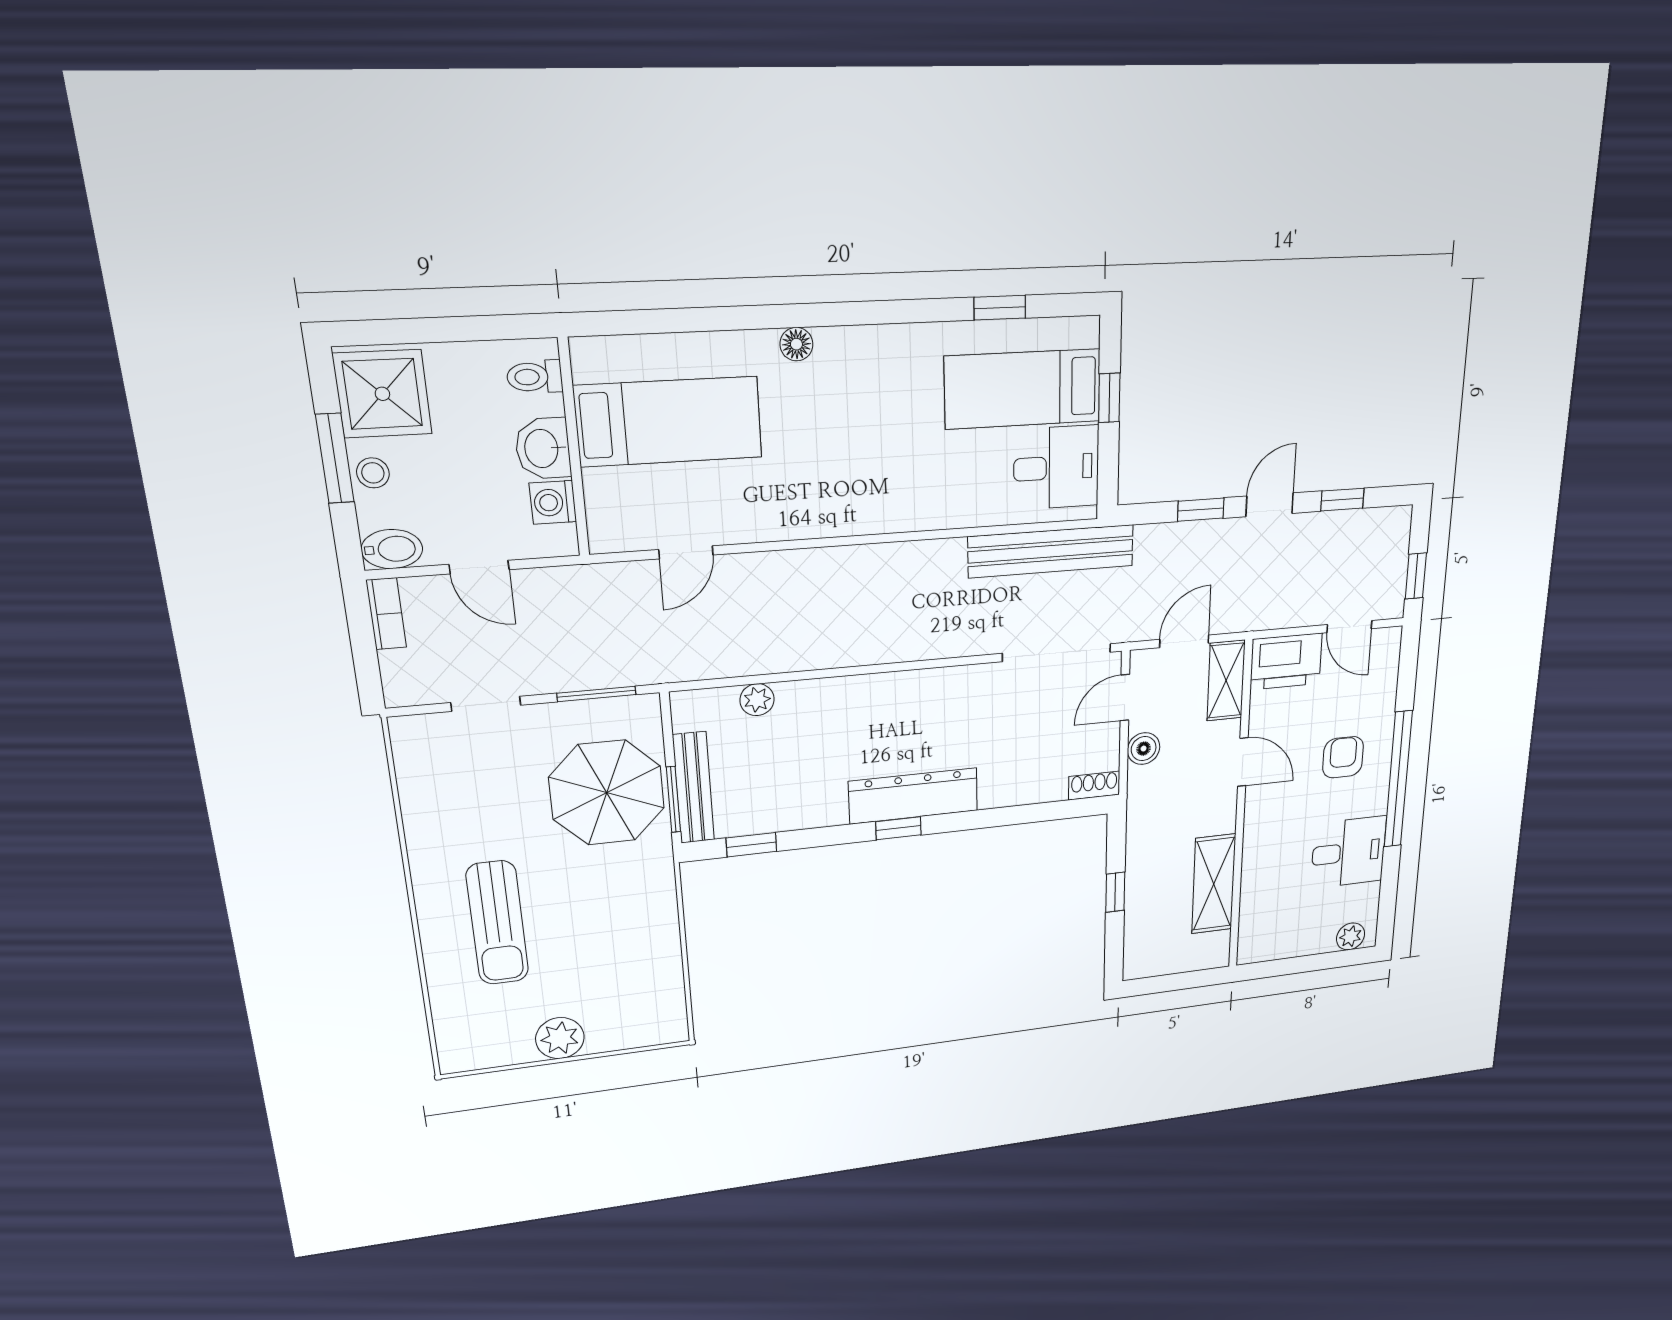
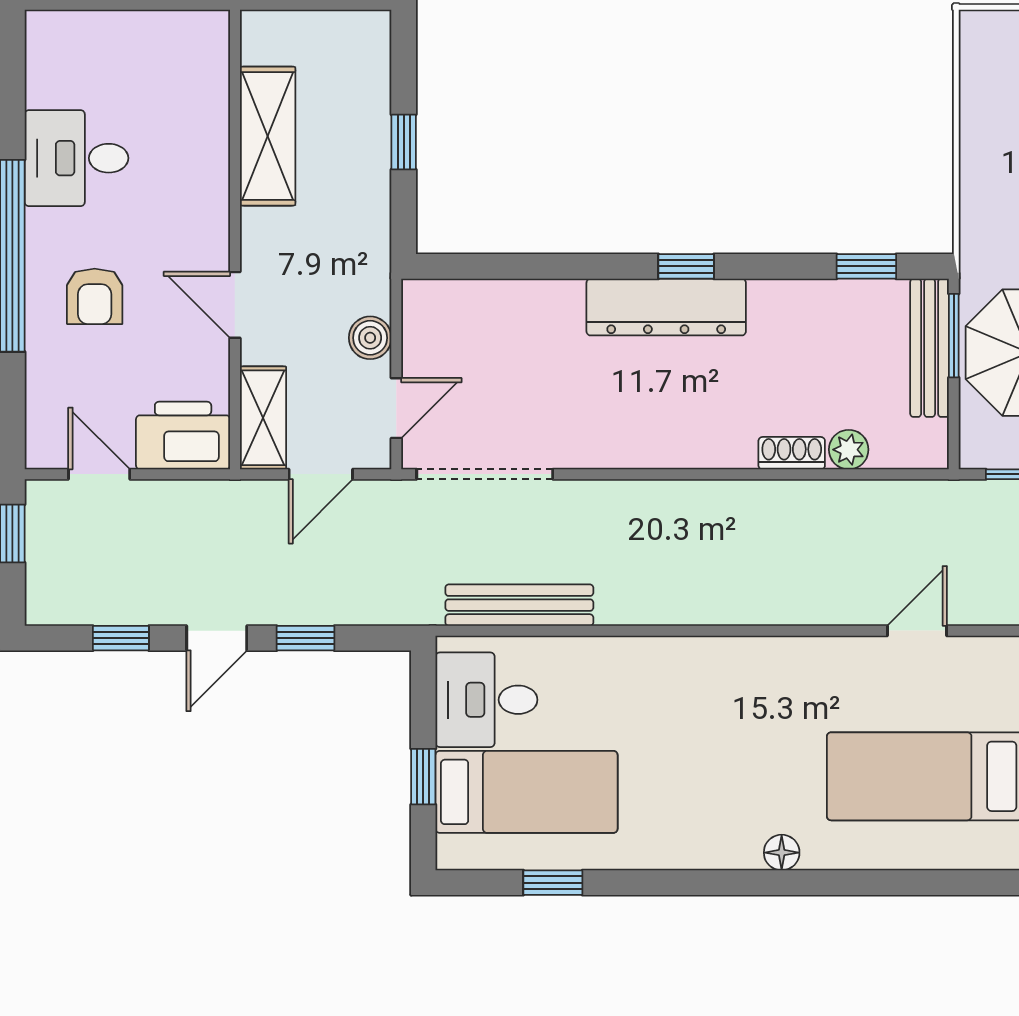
bench: (1051, 551) -> (519, 605), width x0.73, depth x0.82
shoe rack: (1094, 786) -> (792, 453), moved, turned 180
plant: (1351, 936) -> (64, 30), removed

